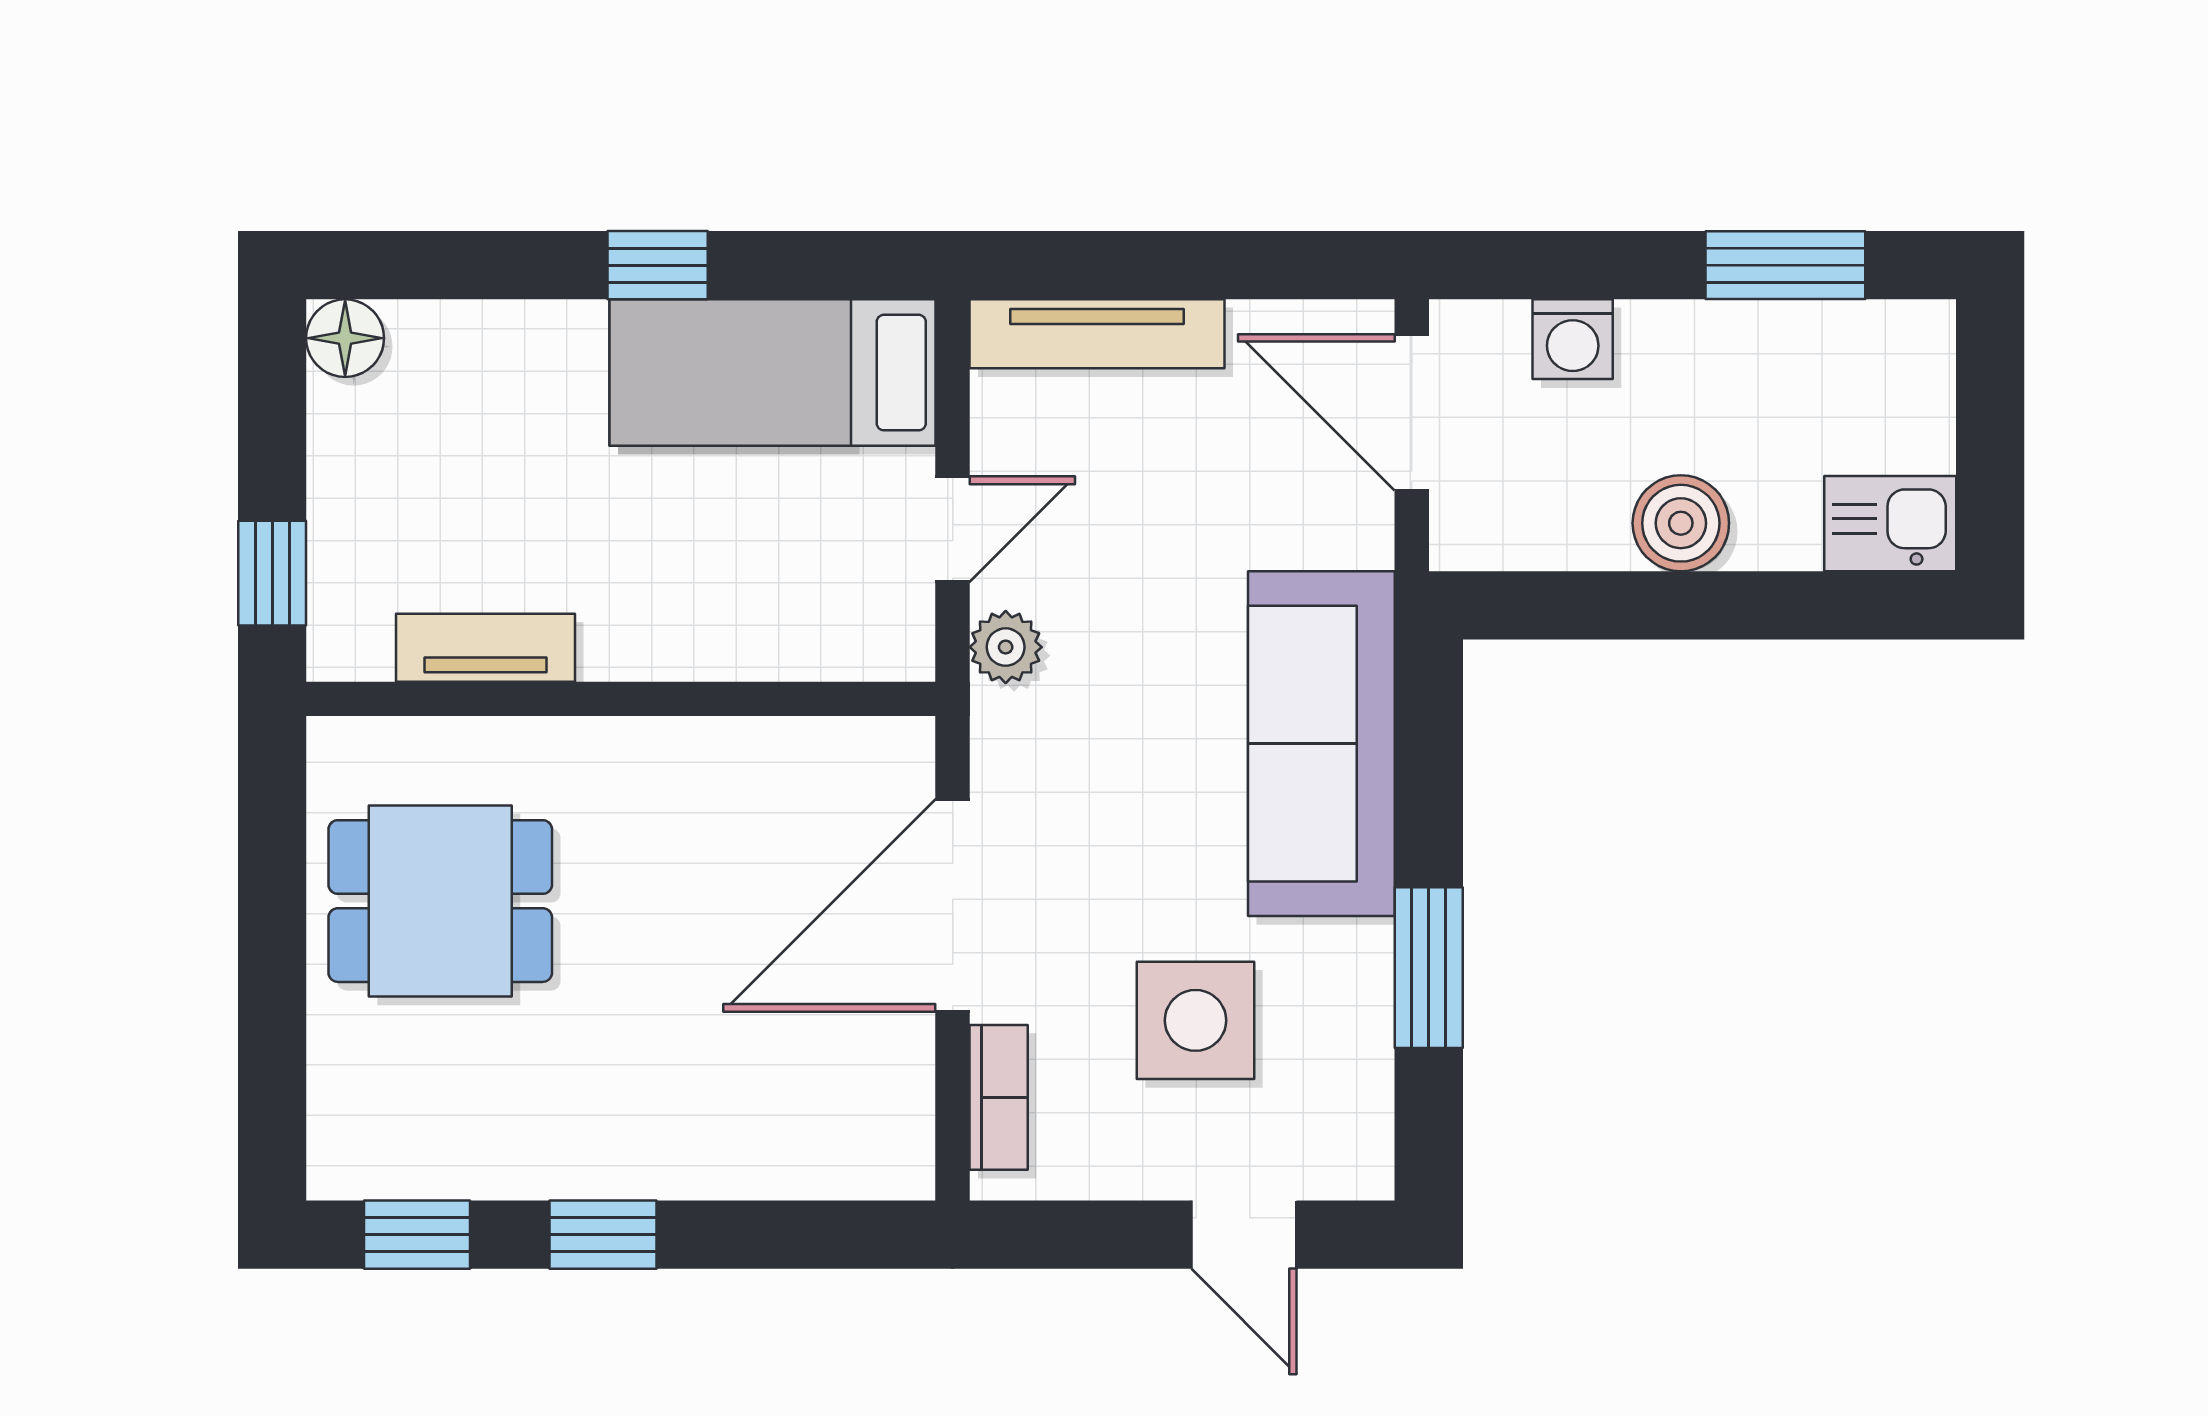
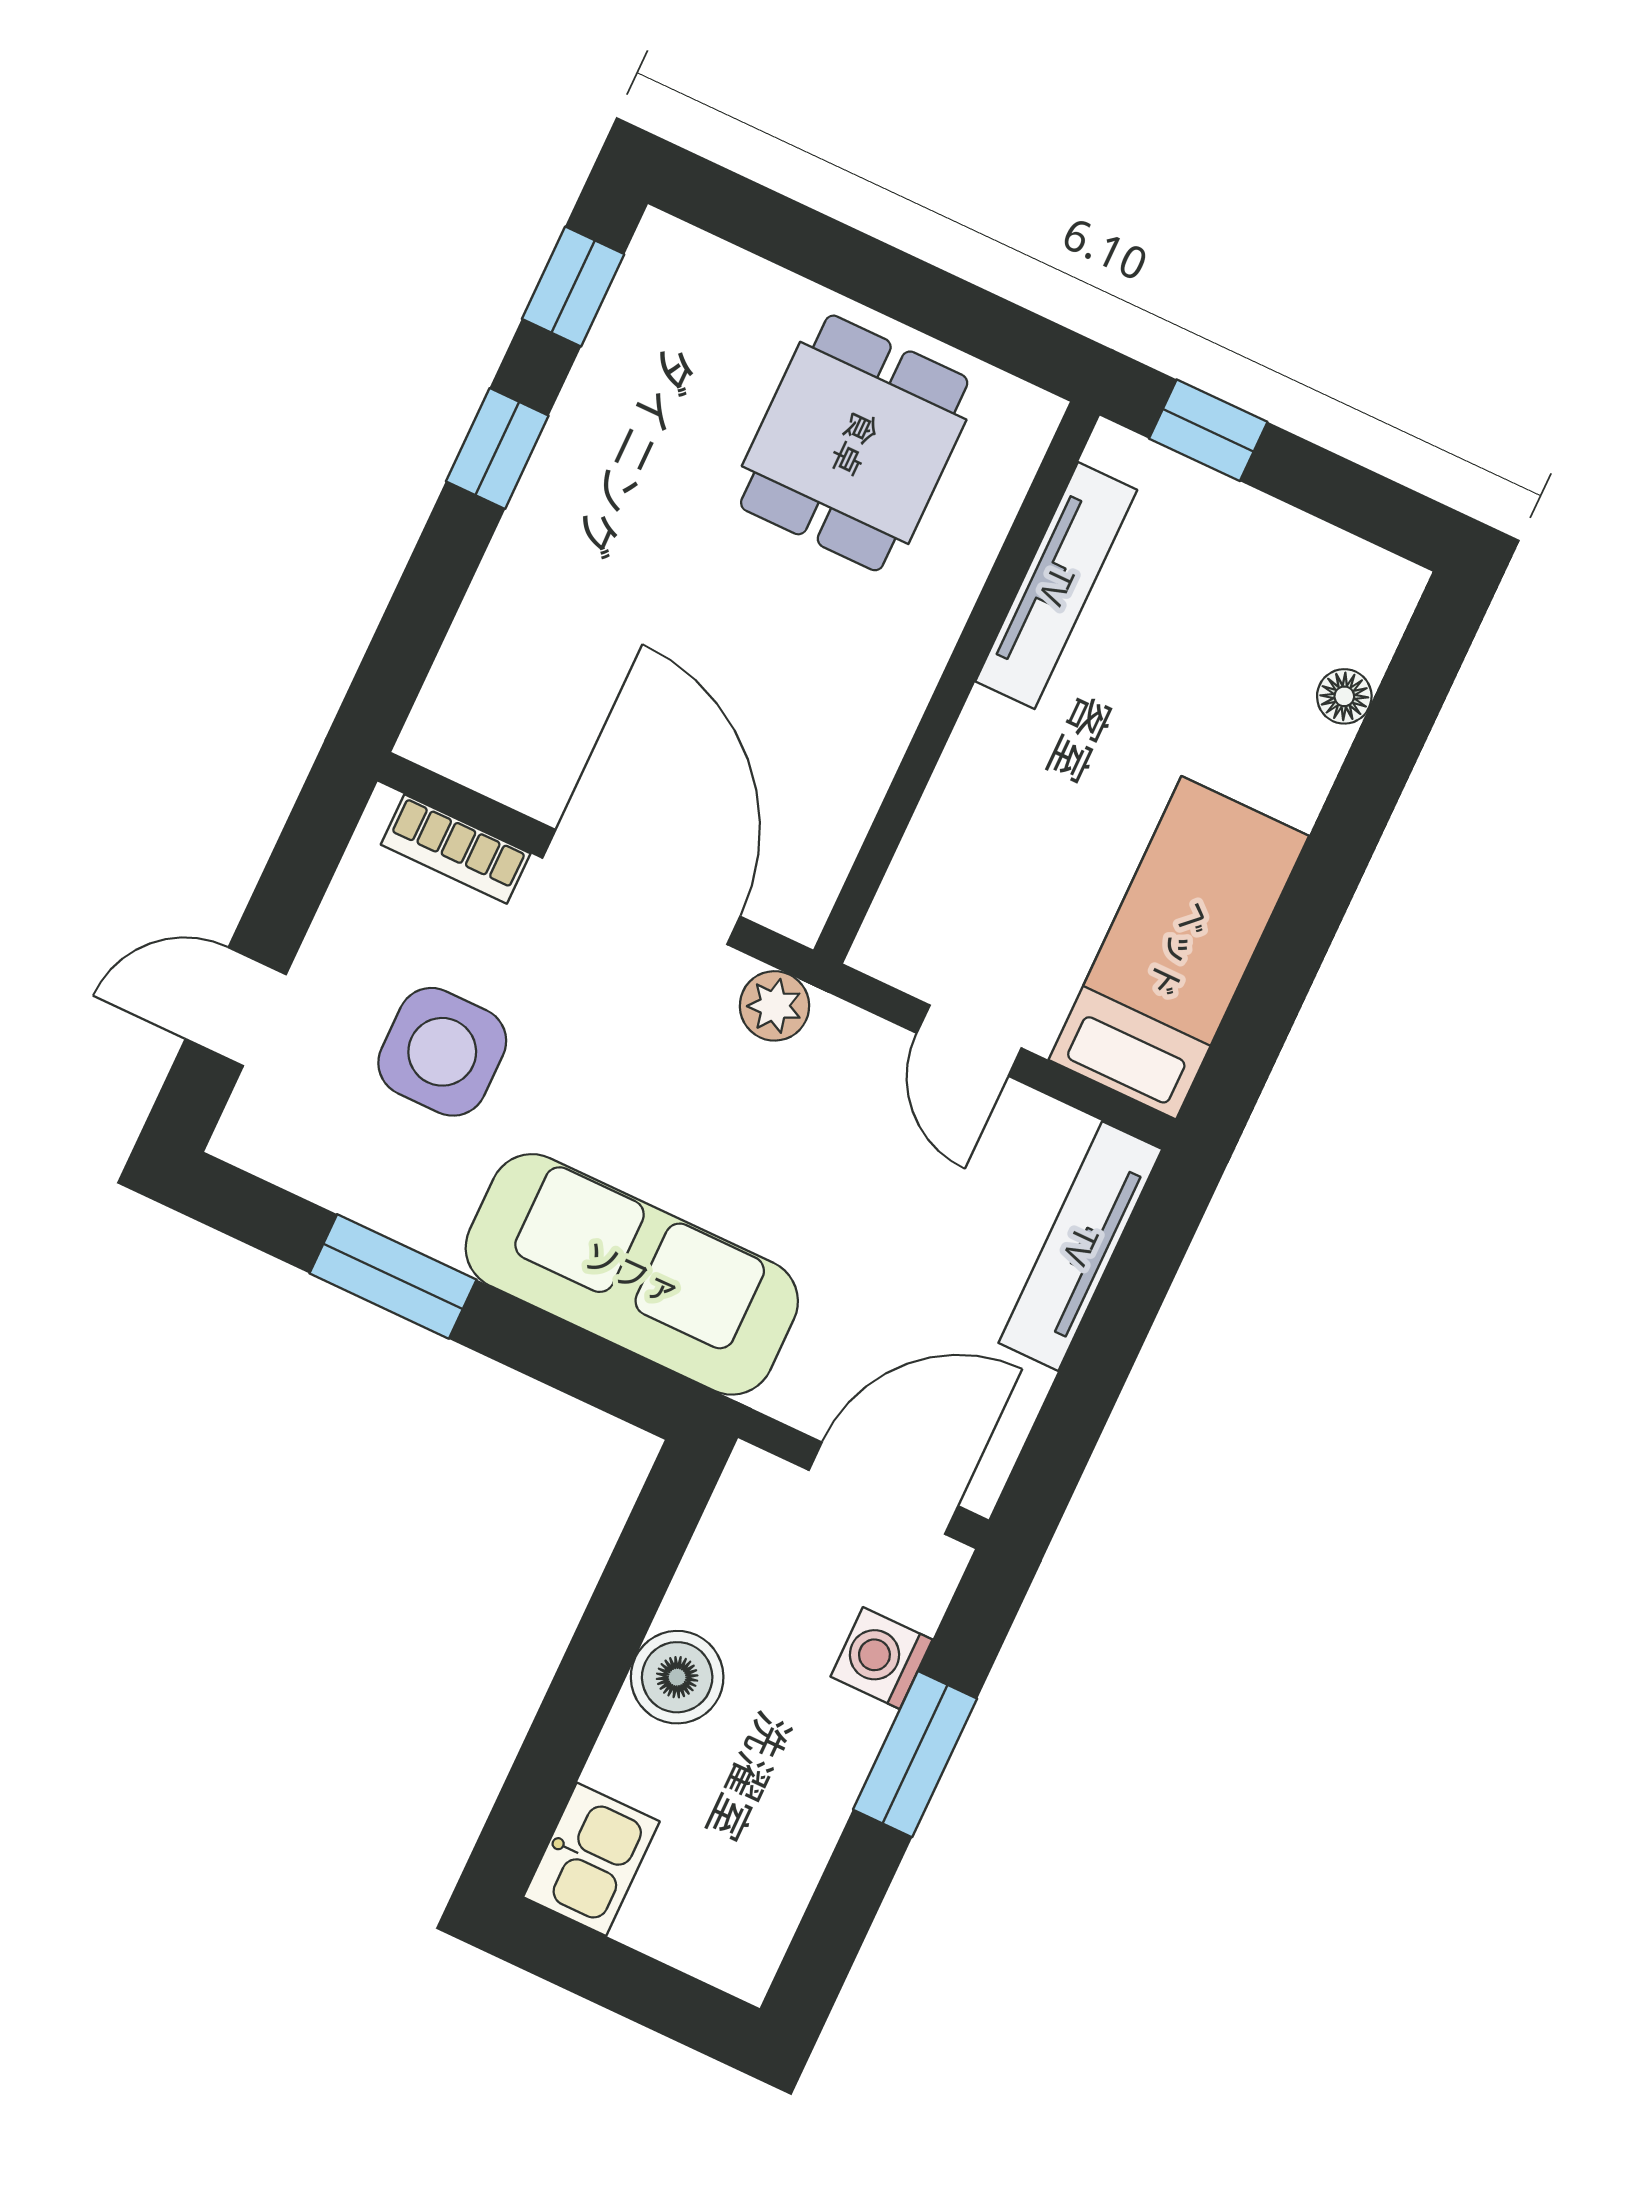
window: (658, 265) -> (1319, 891), removed
window: (1785, 265) -> (915, 1754), moved
floor lamp: (345, 338) -> (1344, 696), moved, width x0.73, depth x0.73
plant: (1006, 647) -> (774, 1006), moved
tv unit: (485, 648) -> (1056, 586), width x1.41

